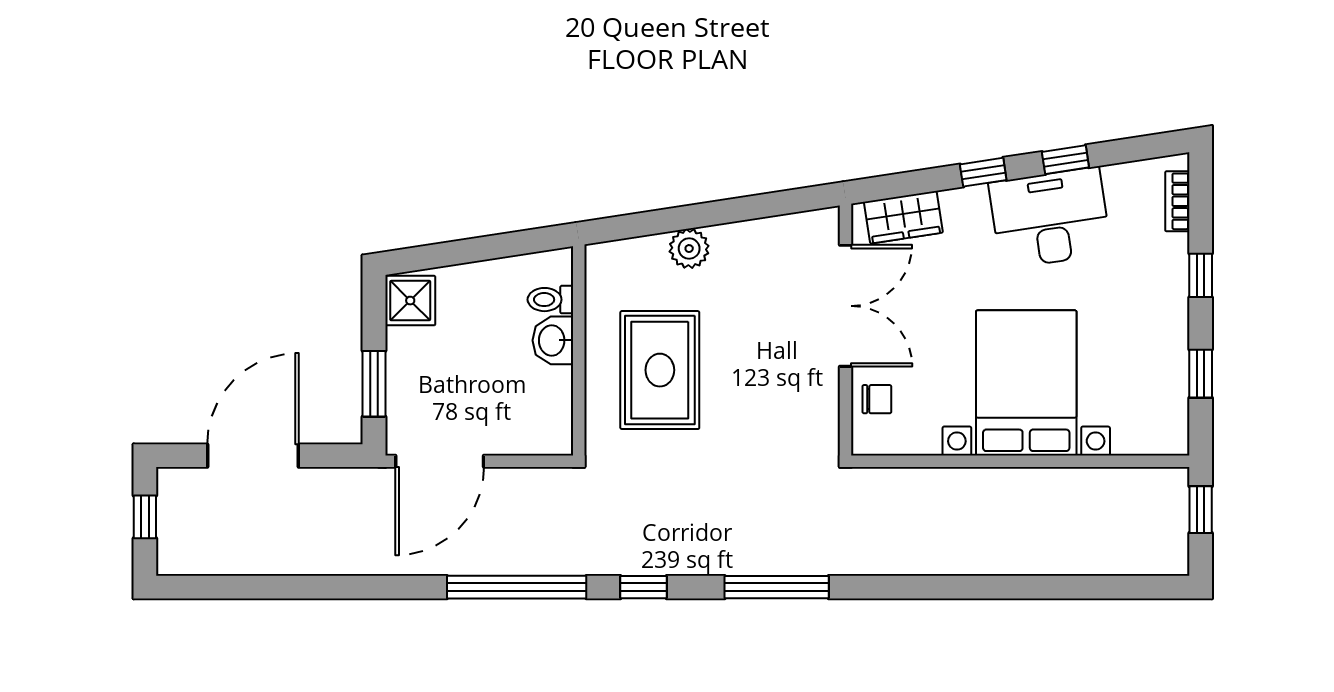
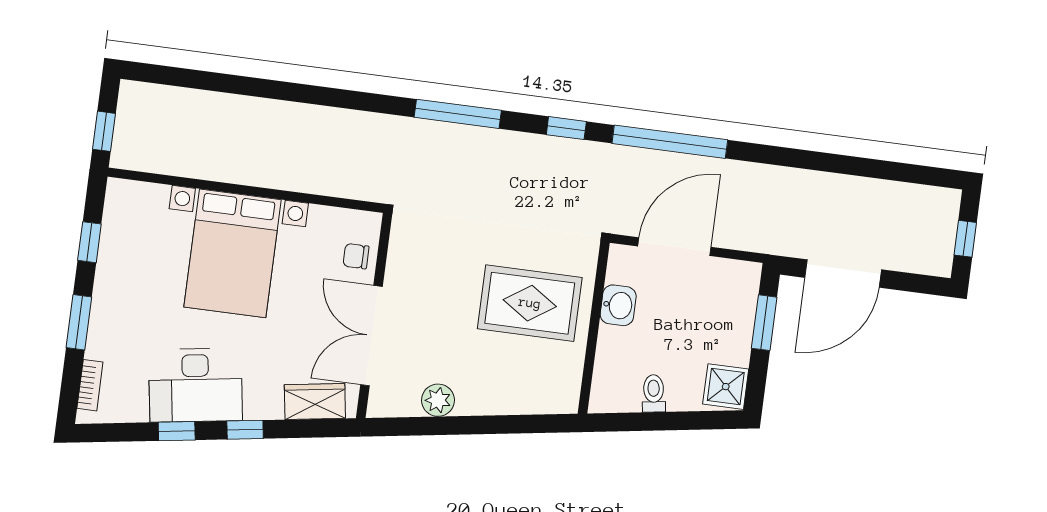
plant: (689, 249) -> (438, 400), moved
window: (1201, 275) -> (79, 322), width x1.50
toilet: (550, 300) -> (654, 393), moved, turned -99
washbasin: (553, 340) -> (618, 305), moved
rug: (660, 370) -> (530, 303), turned 90
door: (253, 456) -> (843, 274), moved
door: (440, 461) -> (674, 247), moved

